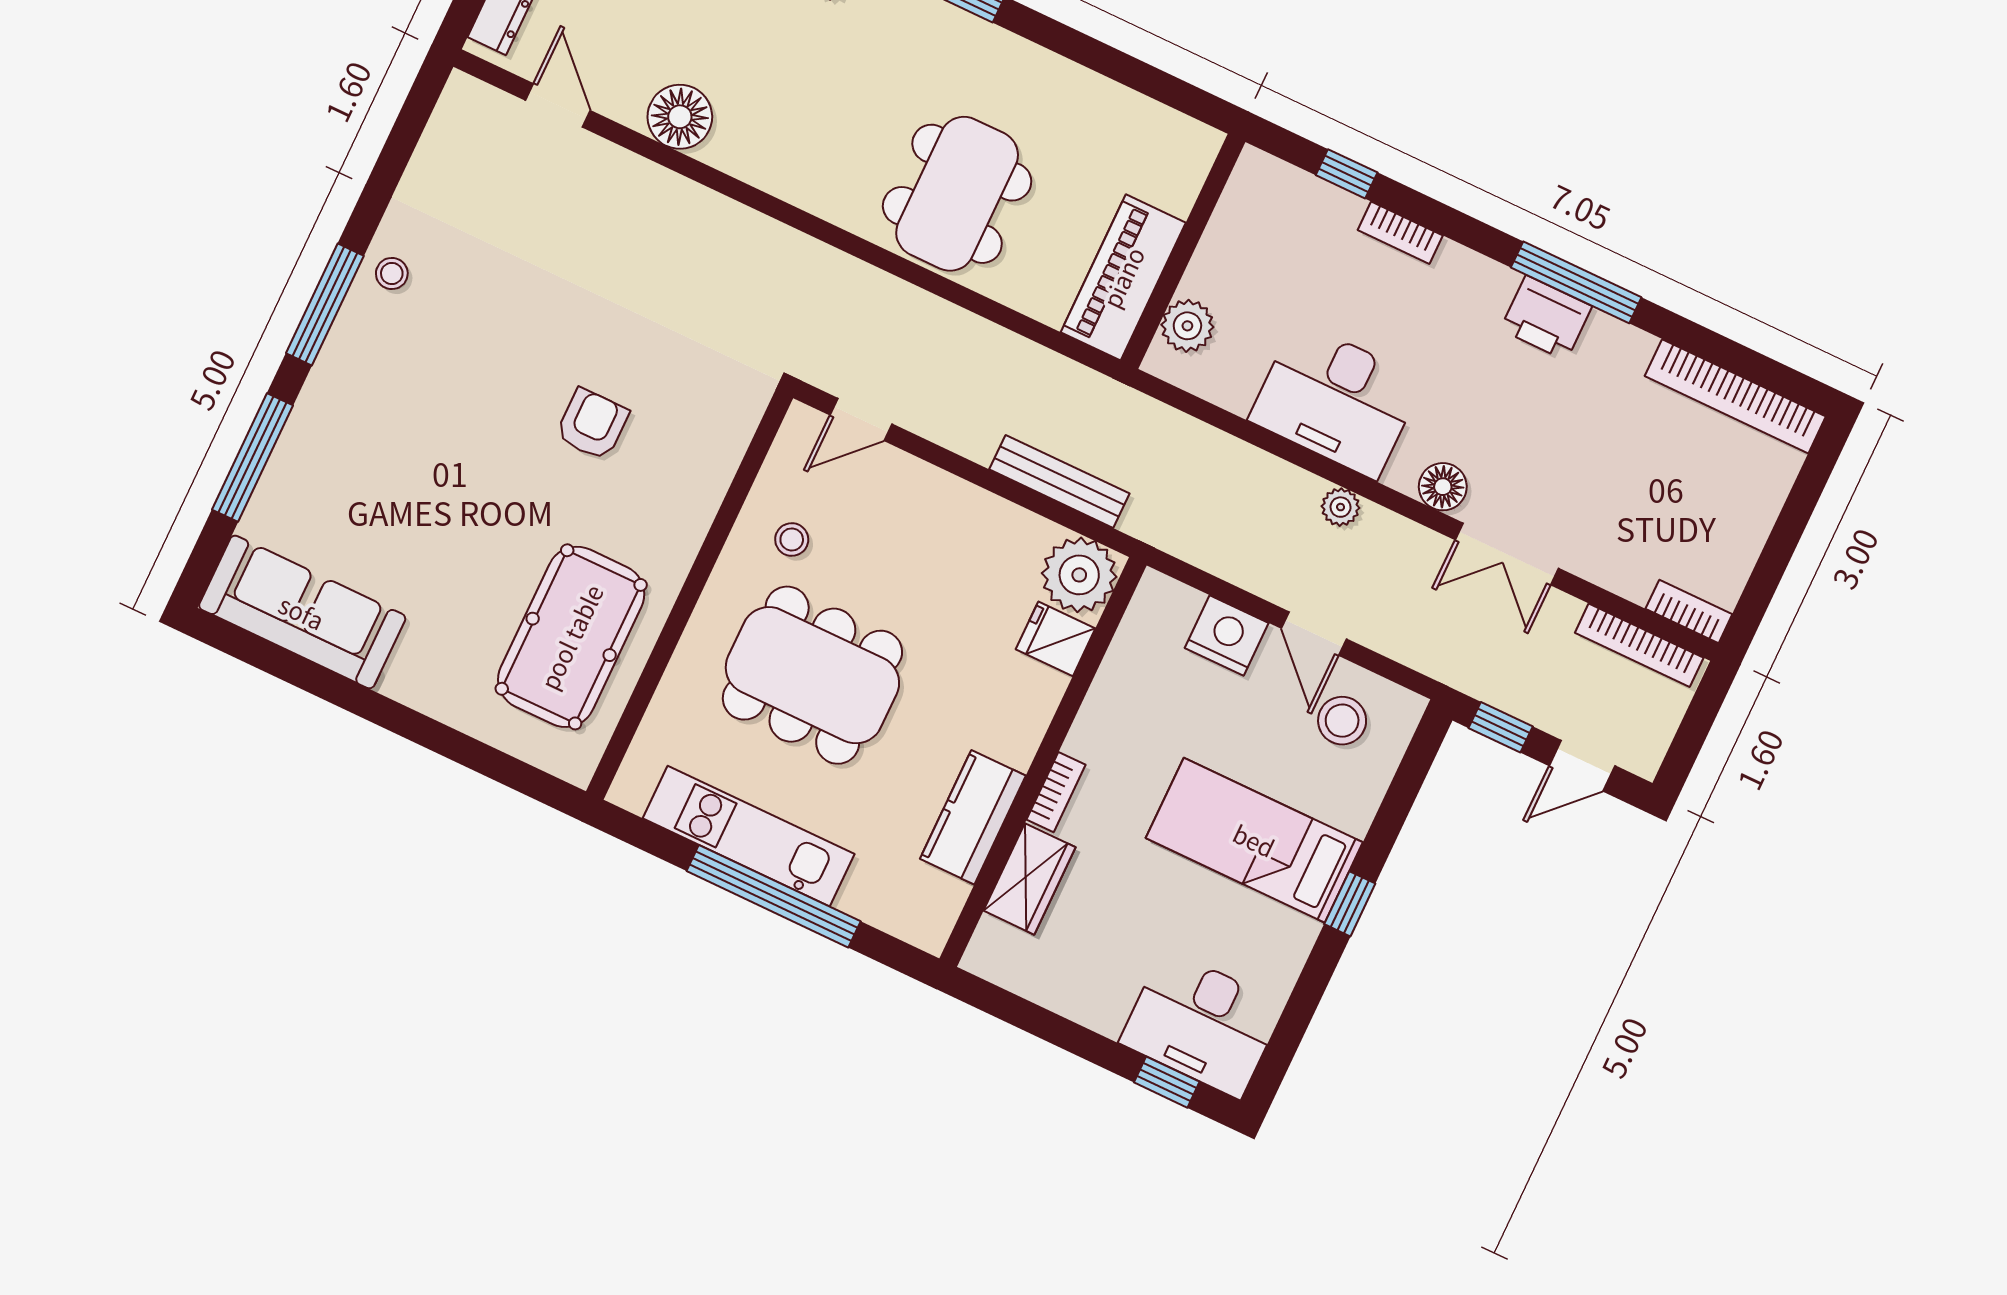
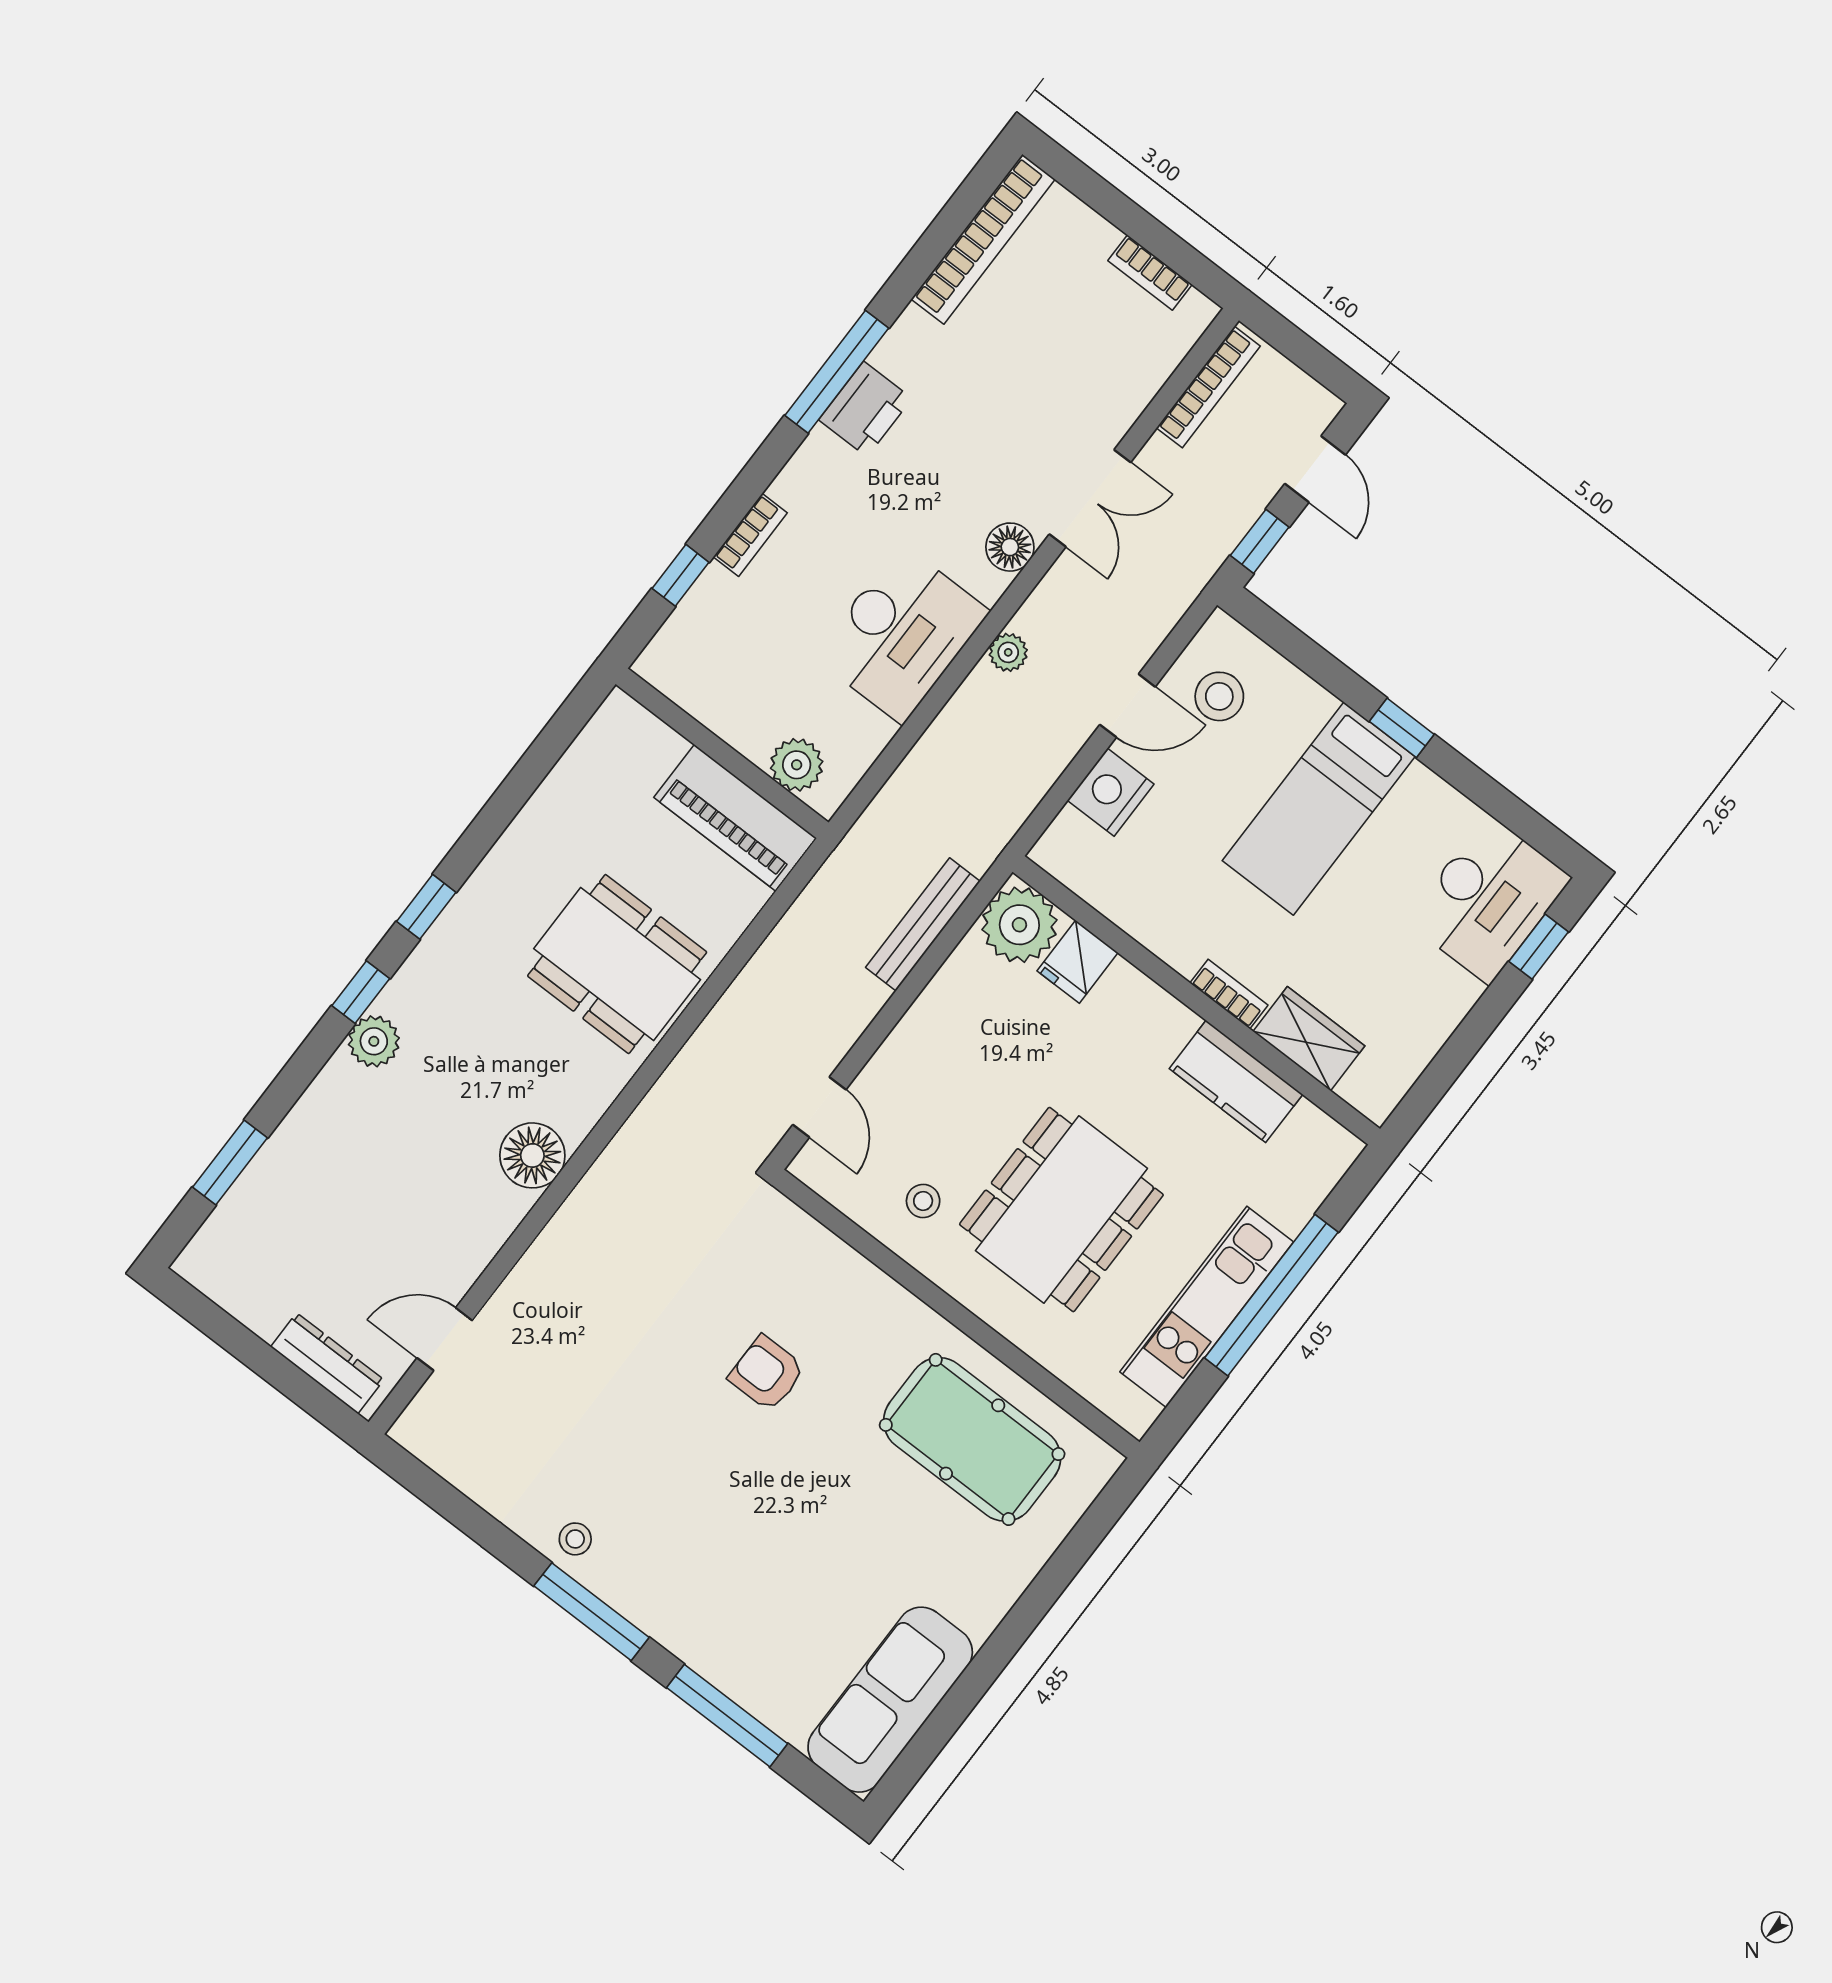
floor lamp: (680, 117) -> (532, 1155), moved
bookcase: (1689, 611) -> (1150, 273), moved, turned -90

